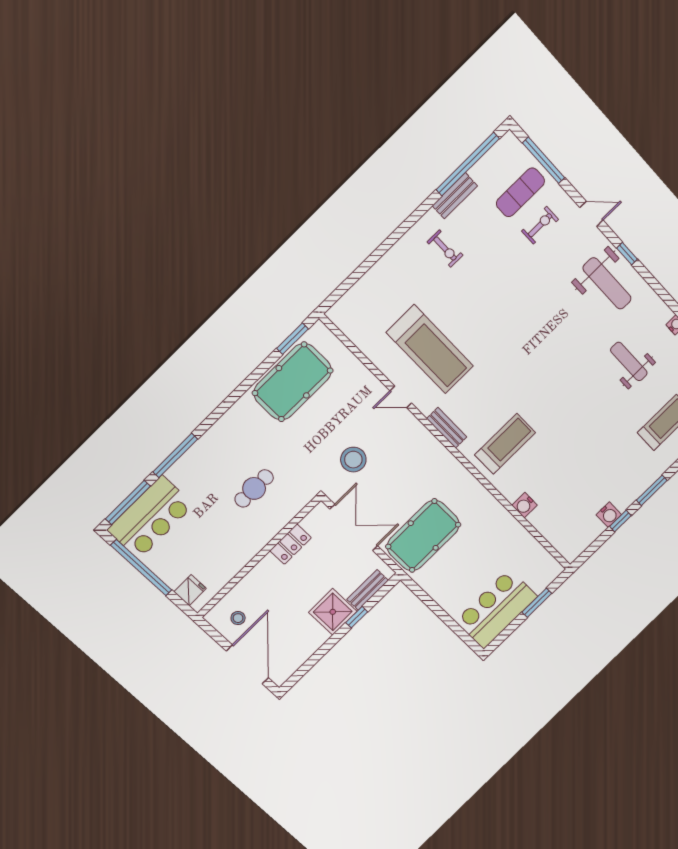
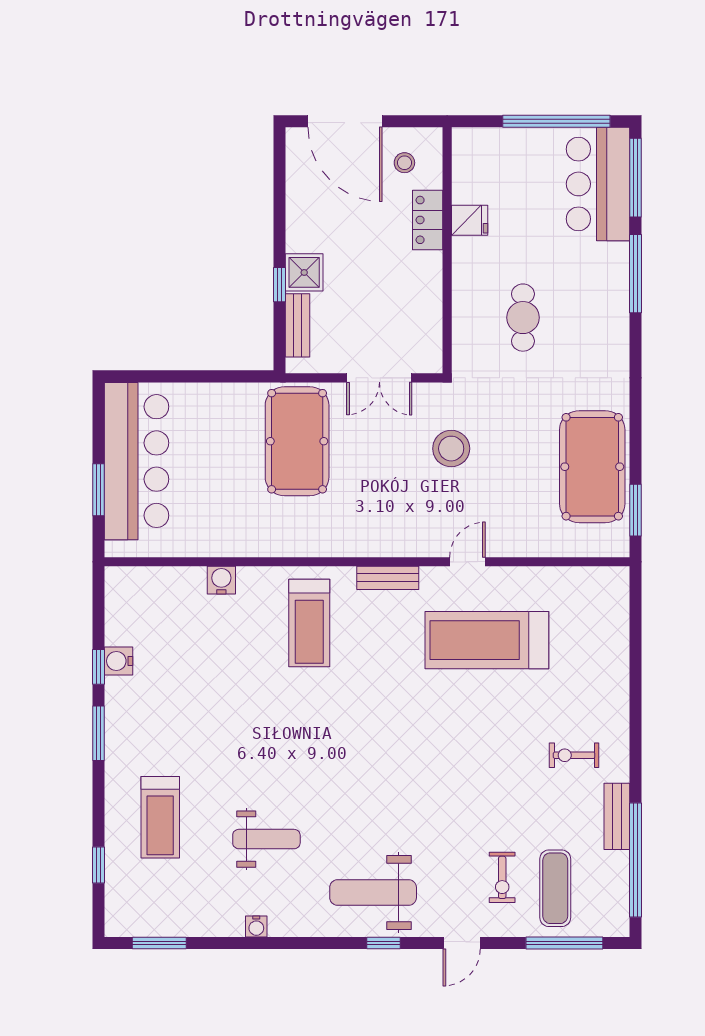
double door: (354, 527) -> (379, 378), width x0.73
locker: (291, 544) -> (428, 220), moved
fridge: (190, 590) -> (470, 220), moved, turned -90
bar counter: (496, 609) -> (137, 461), width x1.36
shower: (333, 612) -> (304, 272), width x0.73, depth x0.73

